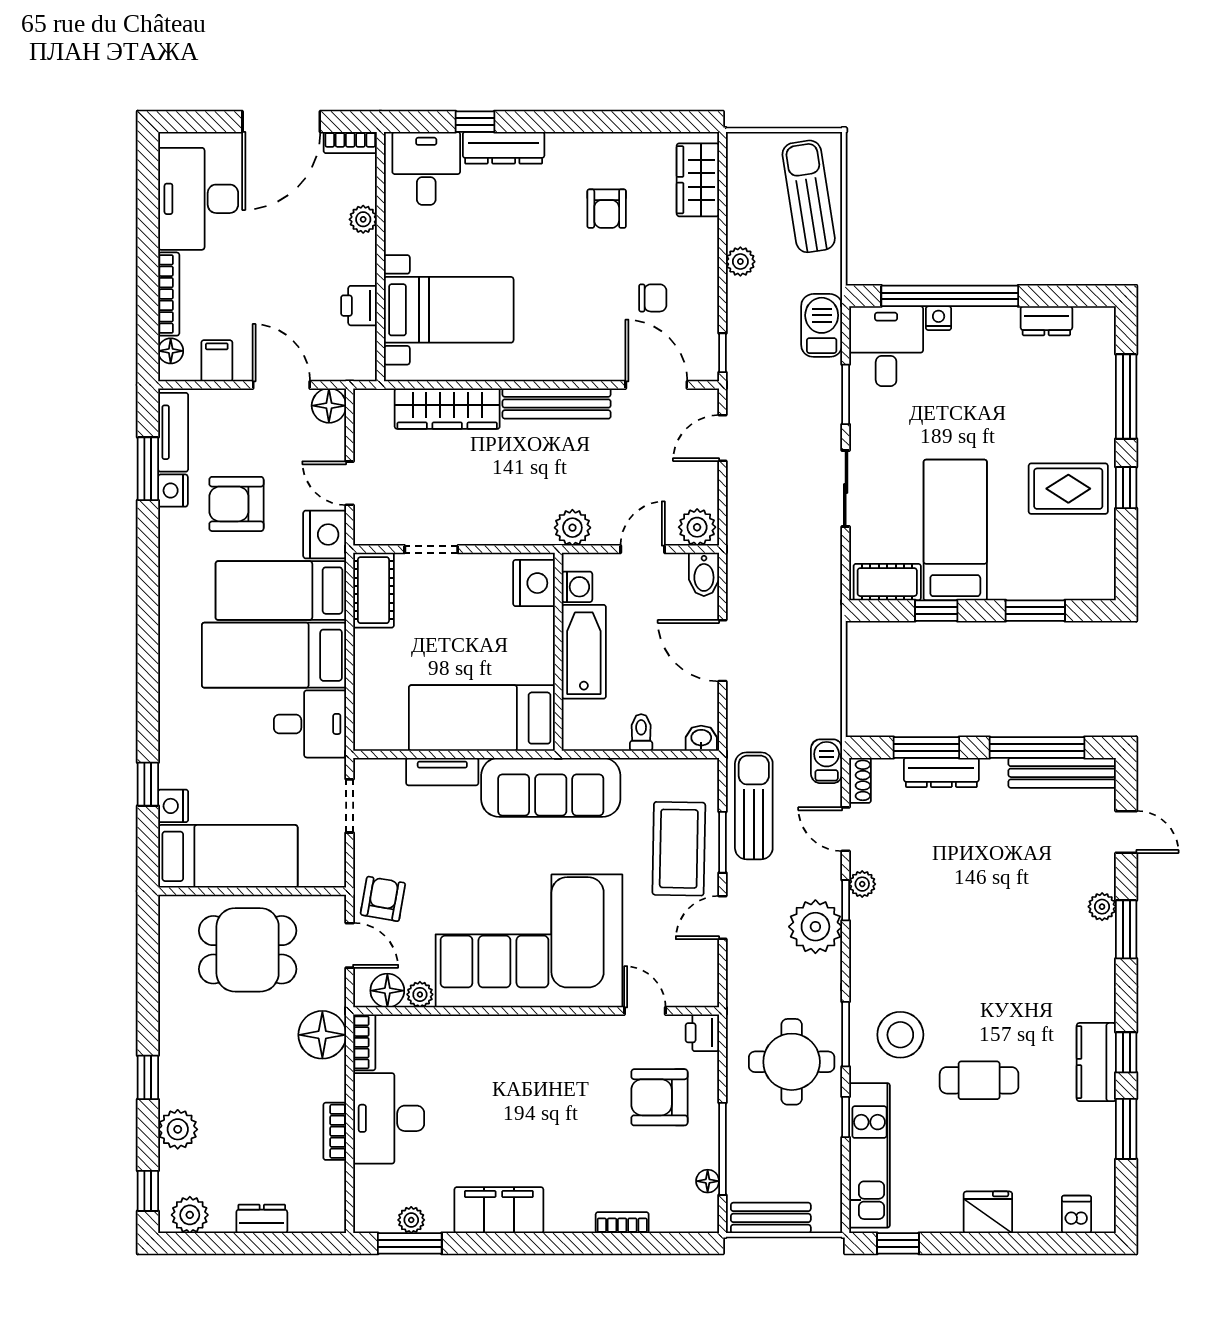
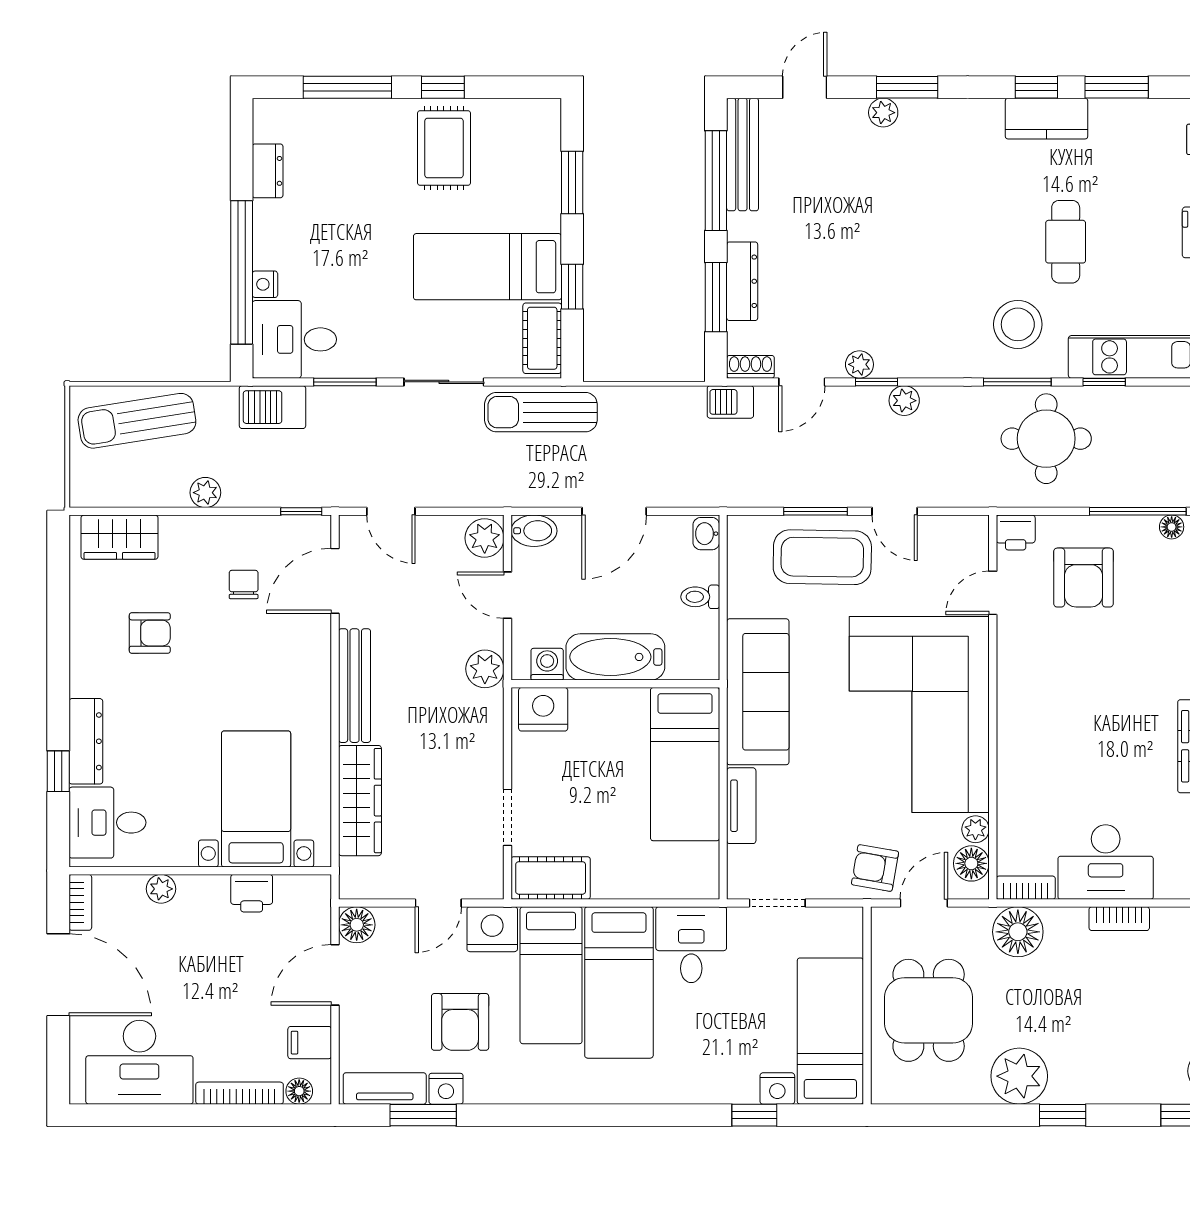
sun lounger: (754, 806) -> (541, 412), moved
plant: (815, 927) -> (904, 401), width x0.53, depth x0.53
plant: (178, 1129) -> (1019, 1076), moved, width x1.36, depth x1.36

